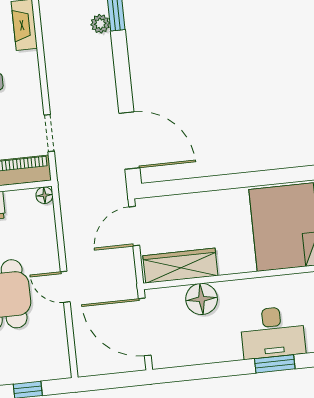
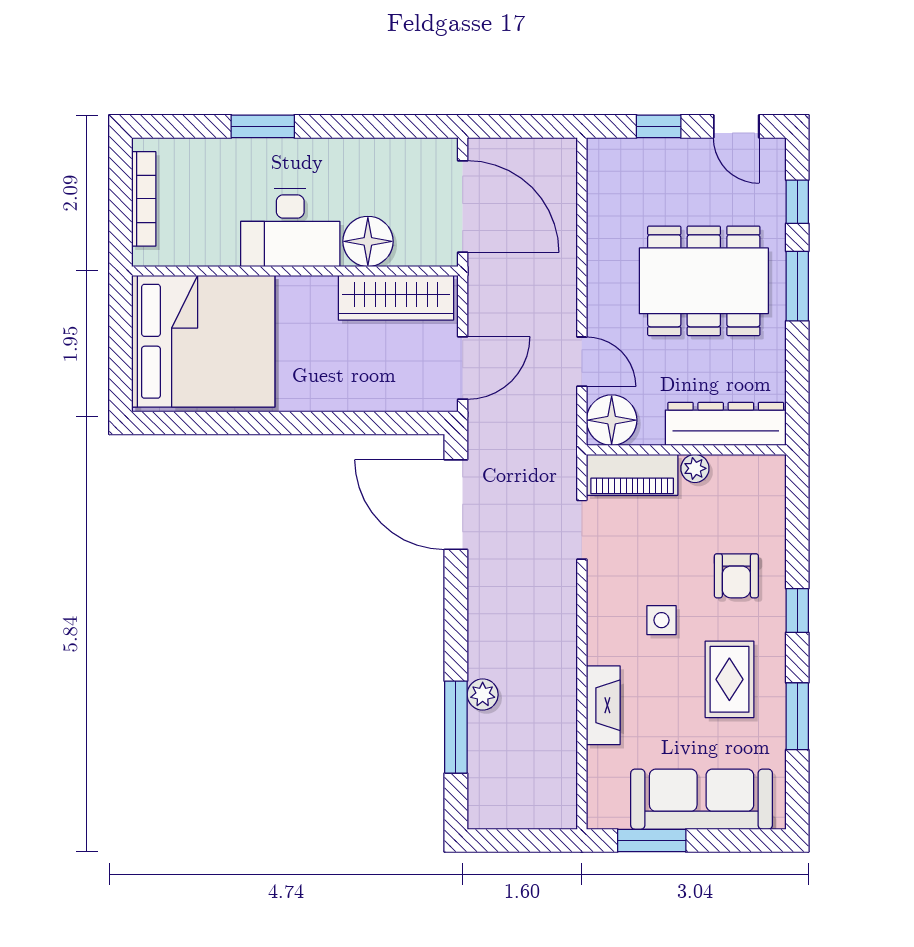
floor lamp: (44, 195) -> (612, 420), width x1.89, depth x1.89
door: (65, 287) -> (582, 362), moved
desk: (273, 332) -> (290, 228), moved, turned 180

